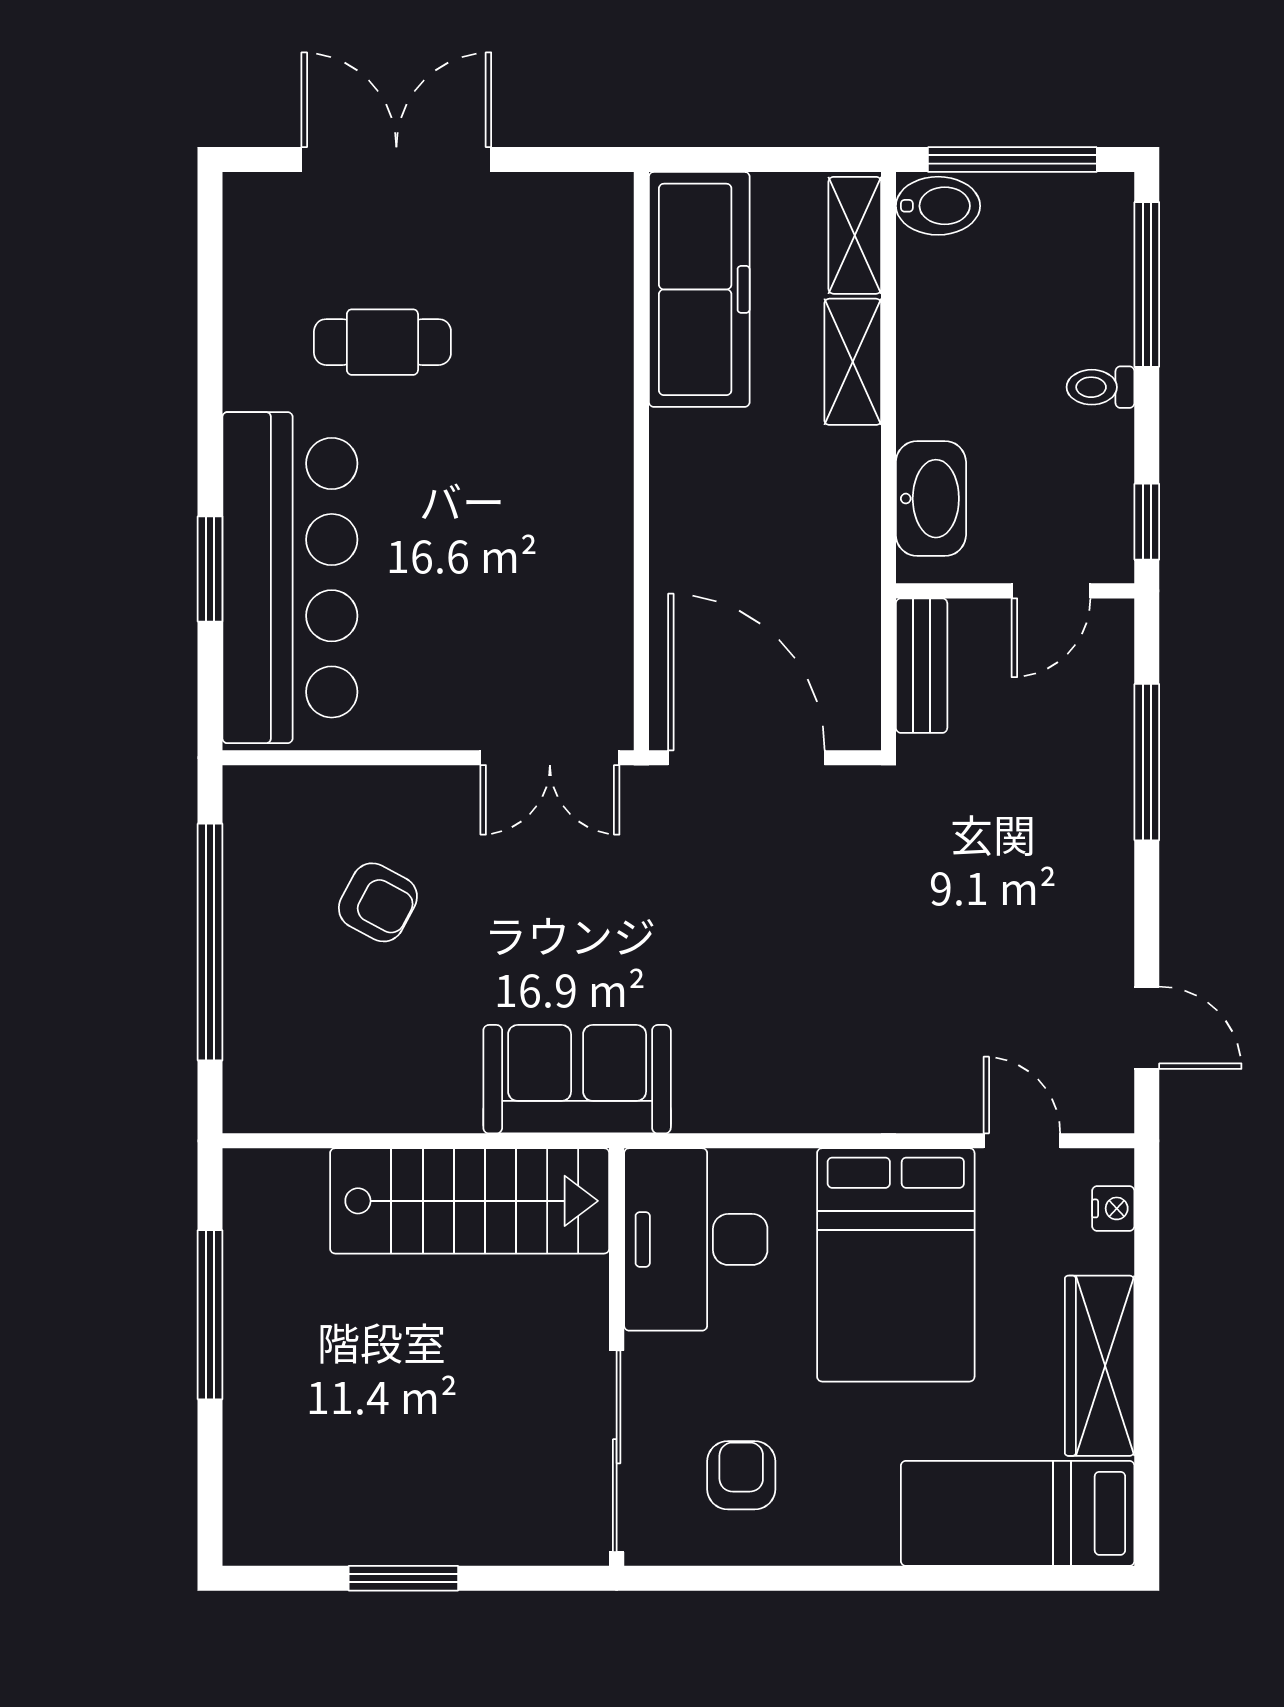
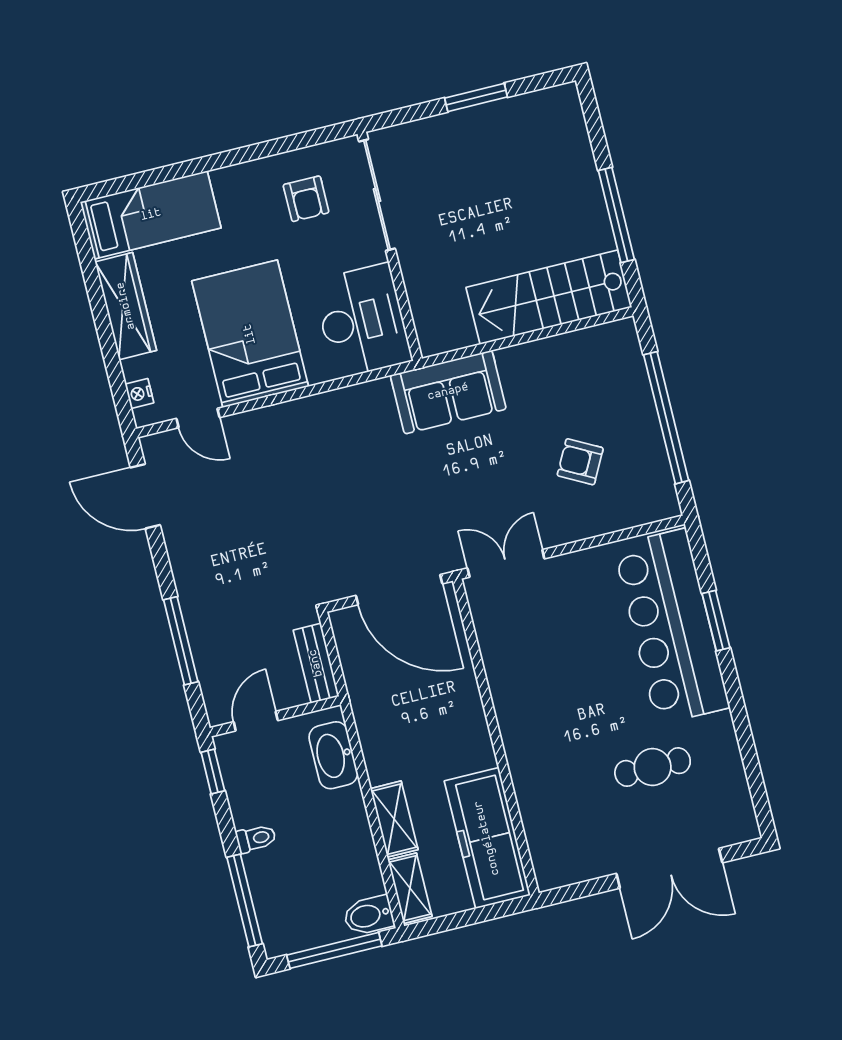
door: (1147, 1028) -> (145, 496), width x1.38
stairs: (470, 1201) -> (549, 297), moved

